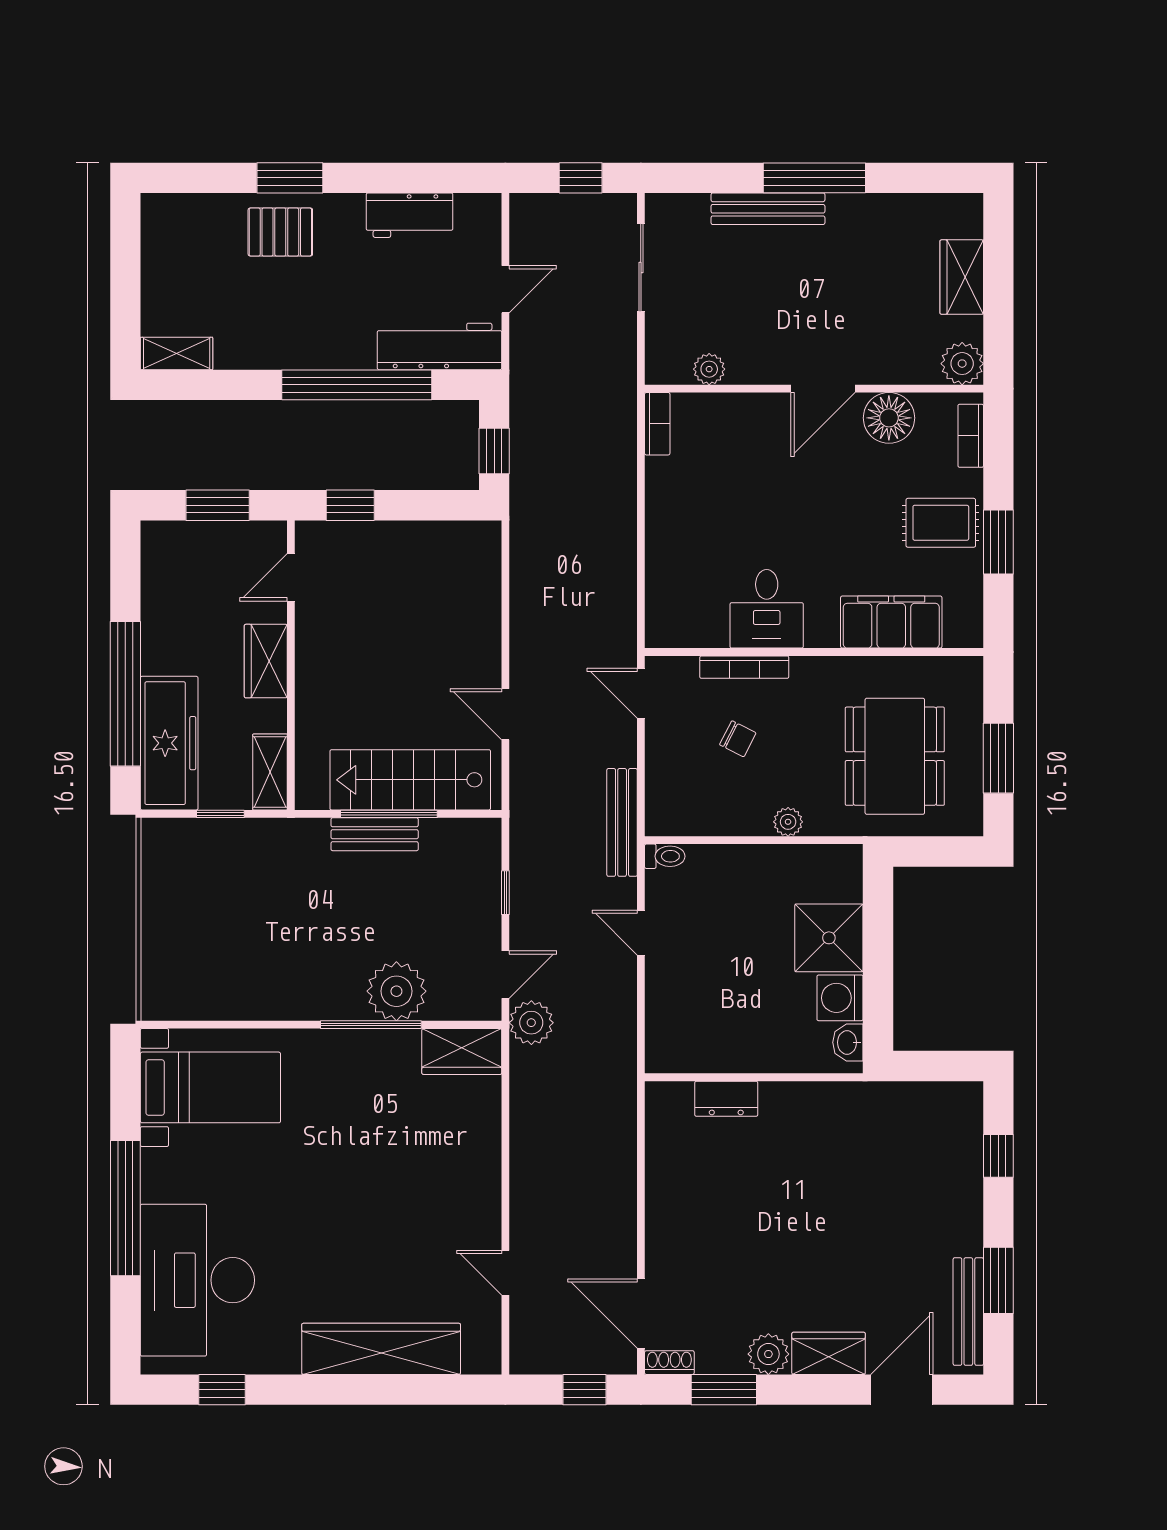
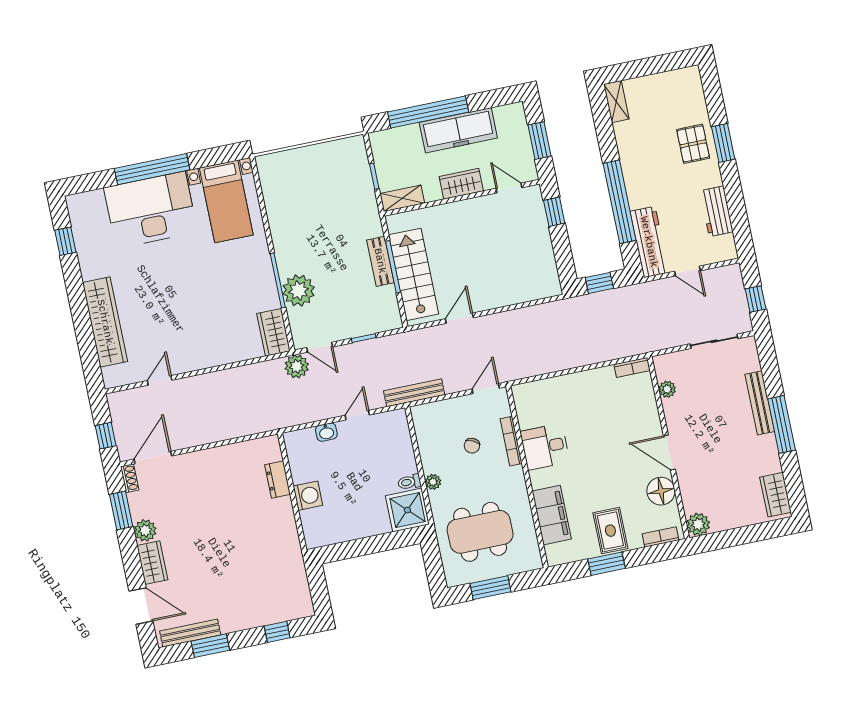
wardrobe: (962, 277) -> (776, 495), moved, turned -90
freezer: (169, 743) -> (458, 130), moved
toilet: (665, 856) -> (409, 482), moved, turned 90
shower: (829, 938) -> (407, 510), moved
washing machine: (840, 998) -> (308, 496), moved, turned 90
washbasin: (848, 1042) -> (326, 432), moved, turned 180
desk: (197, 1280) -> (151, 210), moved

